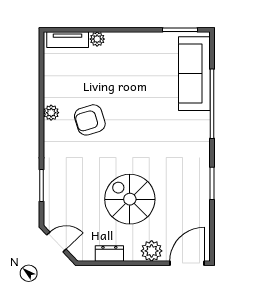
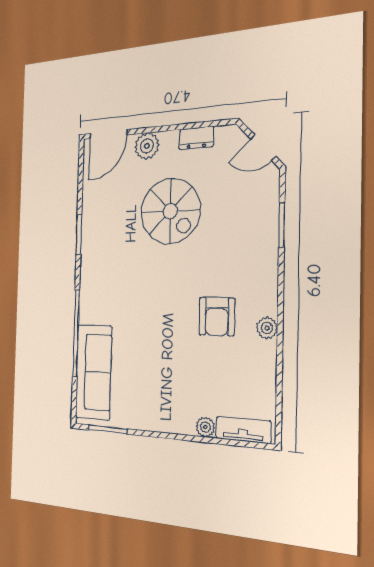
armchair: (90, 120) -> (217, 316), turned 107

